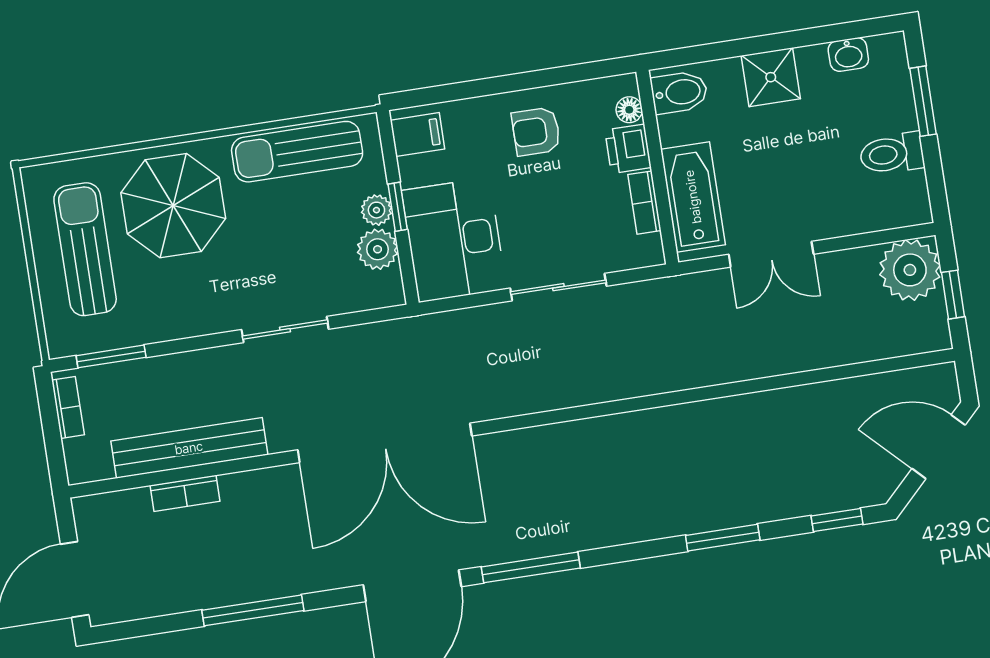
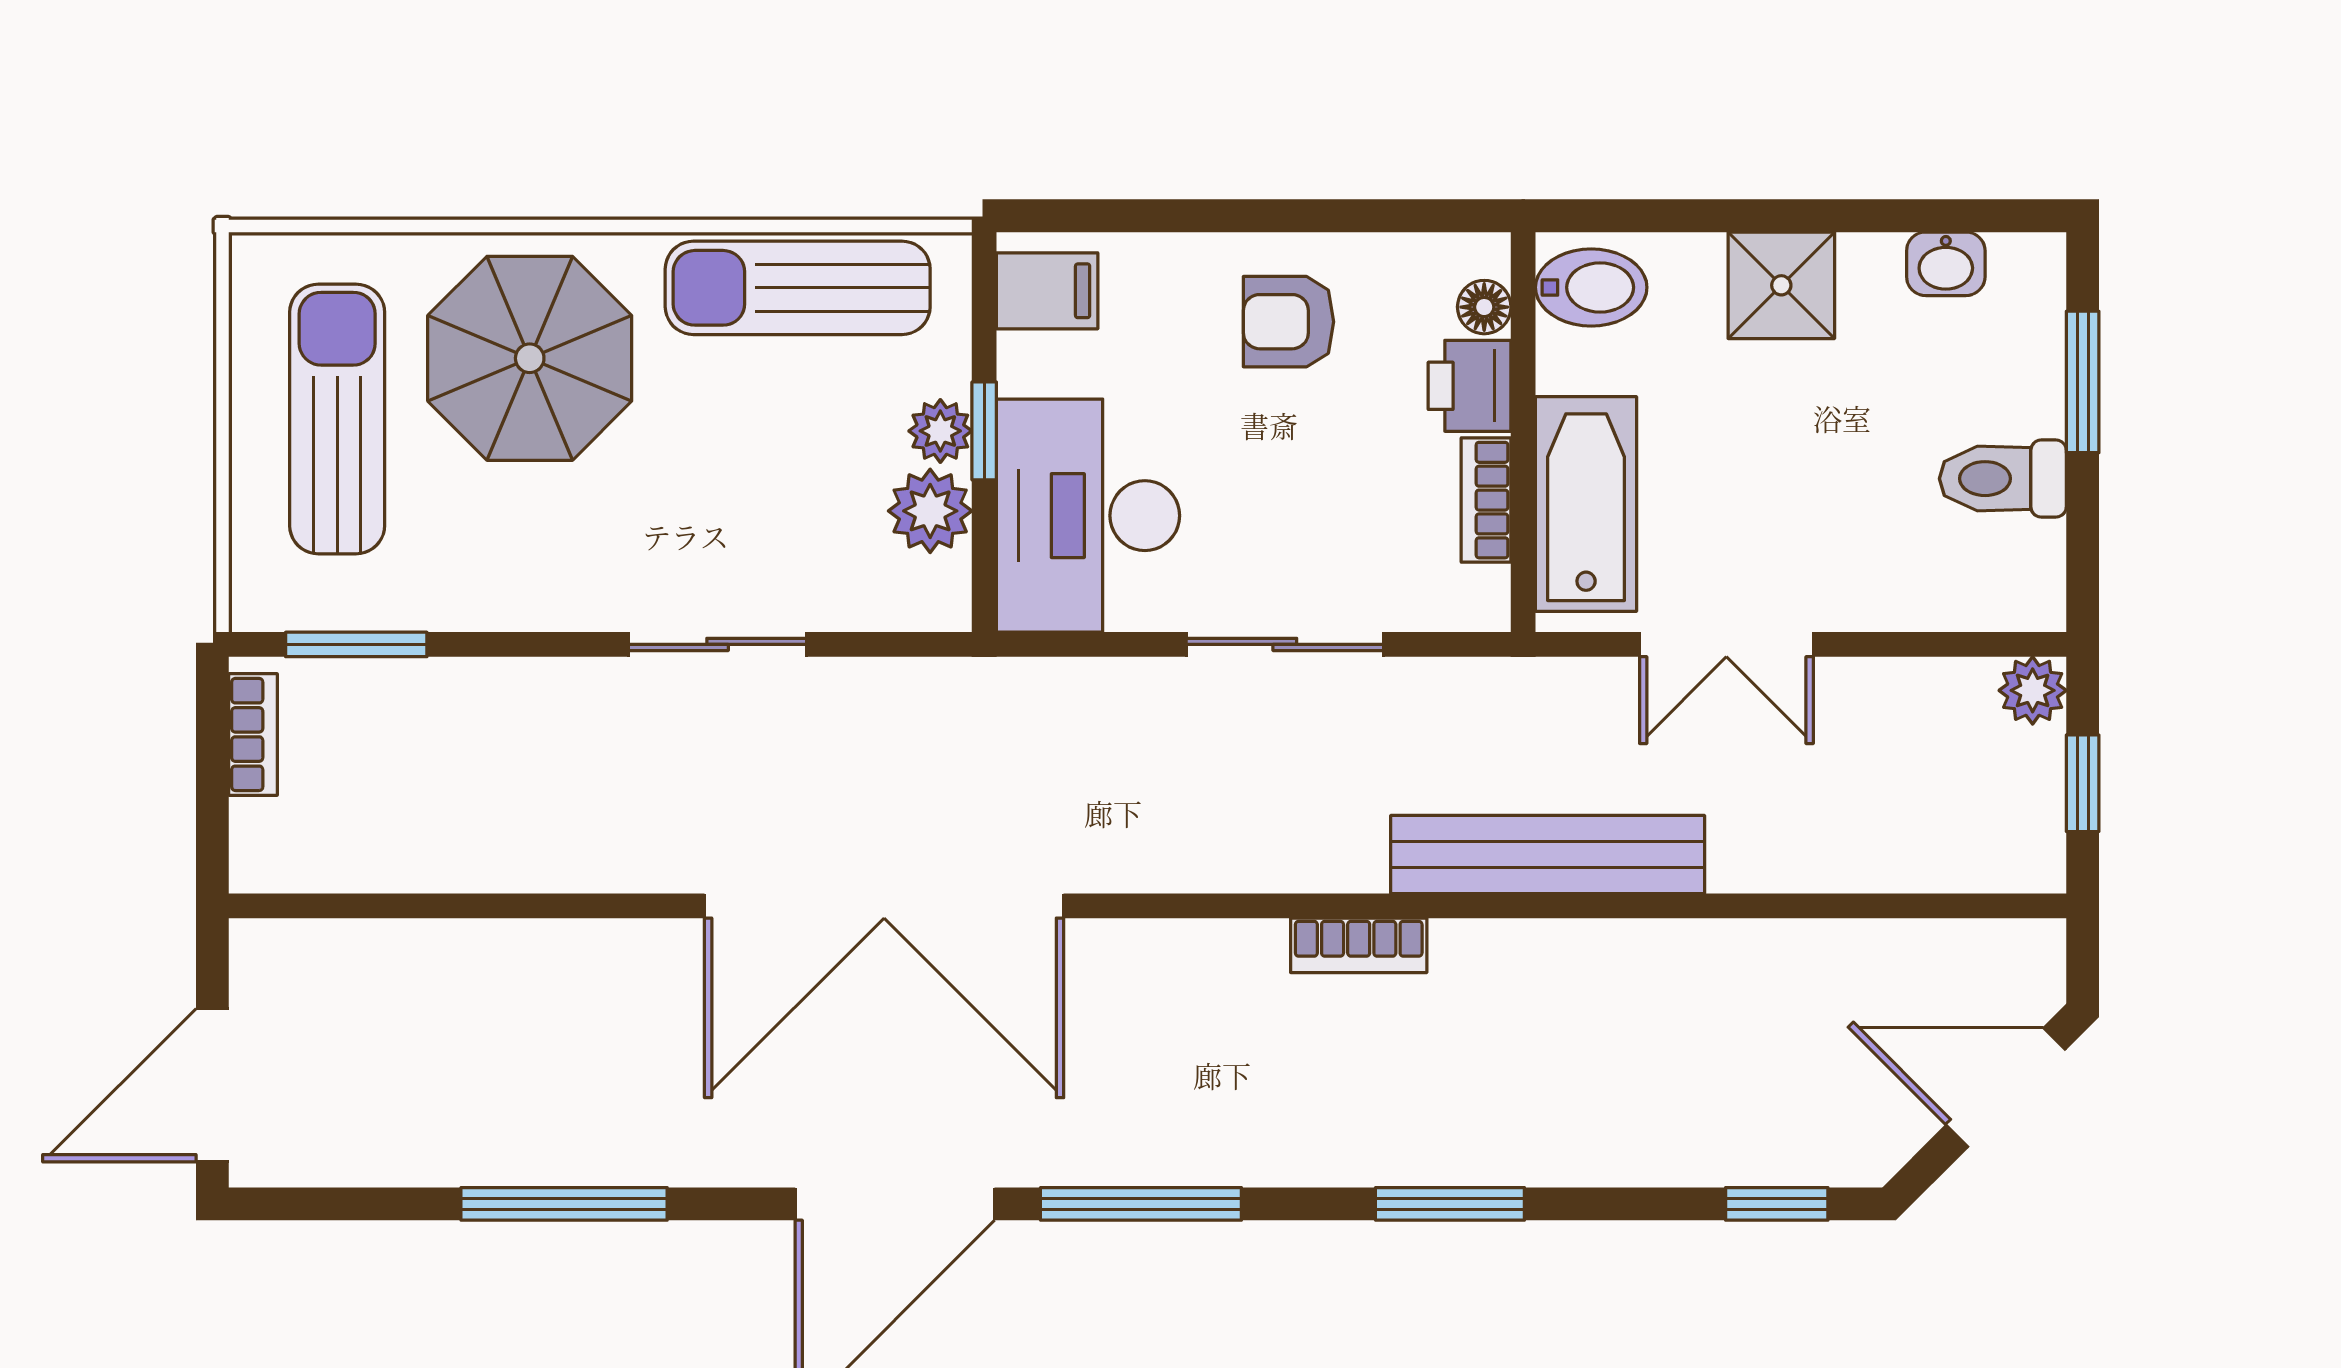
plant: (910, 270) -> (2033, 690), width x0.53, depth x0.53
bench: (189, 448) -> (1548, 855), moved
bookcase: (185, 493) -> (1359, 945), moved
window: (723, 538) -> (1450, 1204), moved

